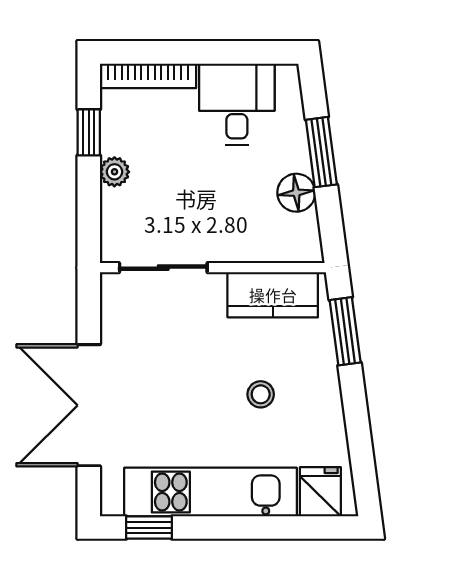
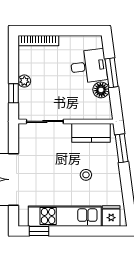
desk: (237, 104) -> (89, 66), moved, turned 82
window: (89, 132) -> (13, 93), moved

